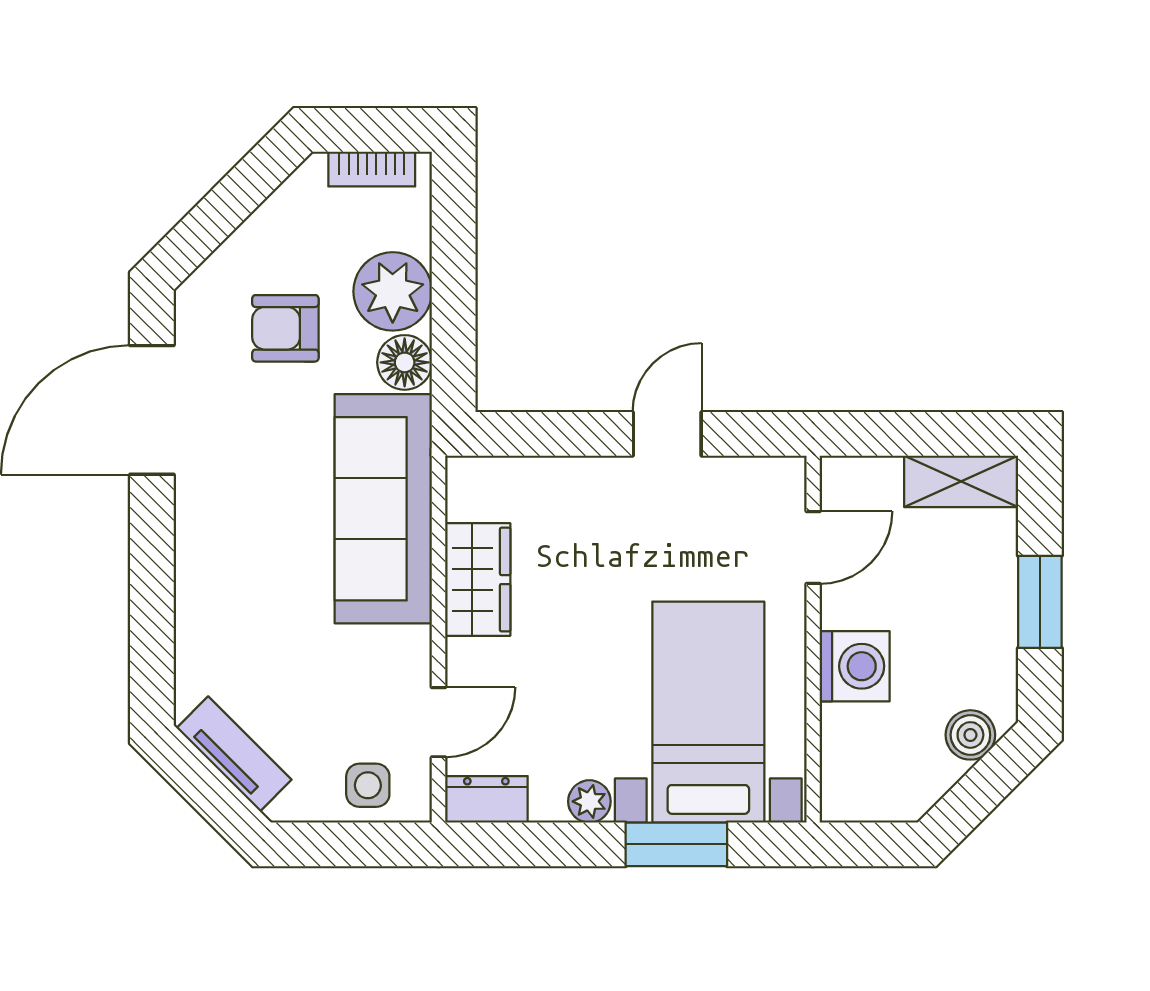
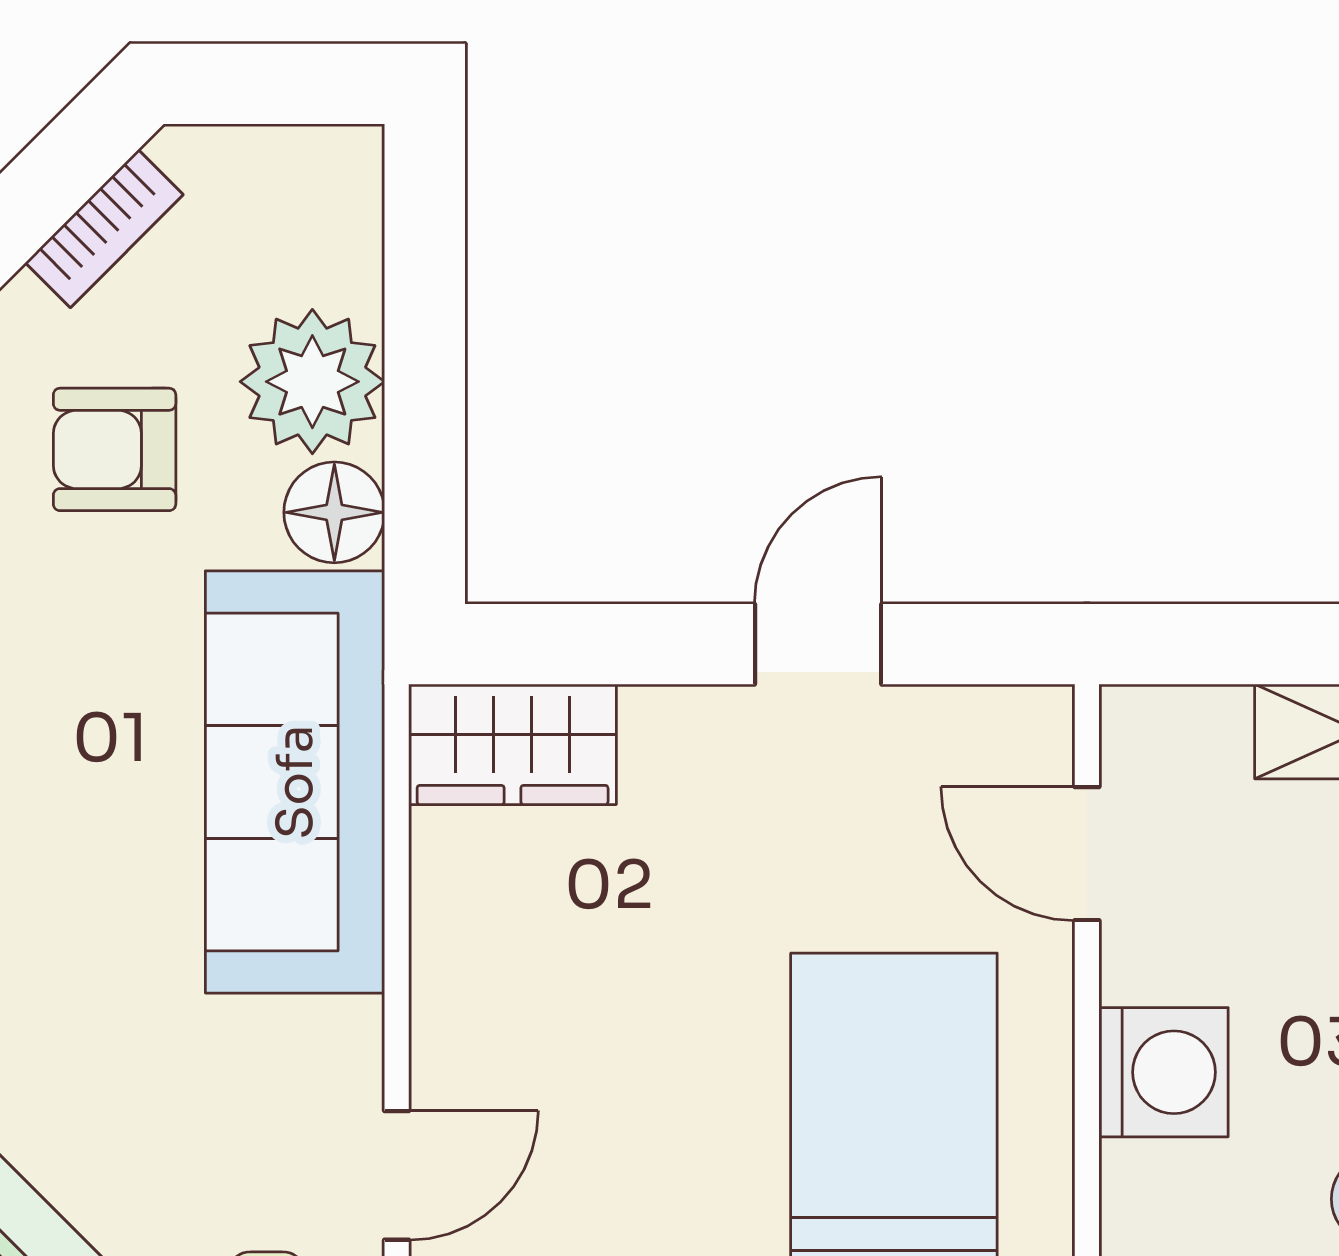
bookcase: (372, 169) -> (104, 229), moved, turned -45
door: (813, 548) -> (1087, 854), swing flipped
wardrobe: (478, 580) -> (513, 744), moved, turned 90

